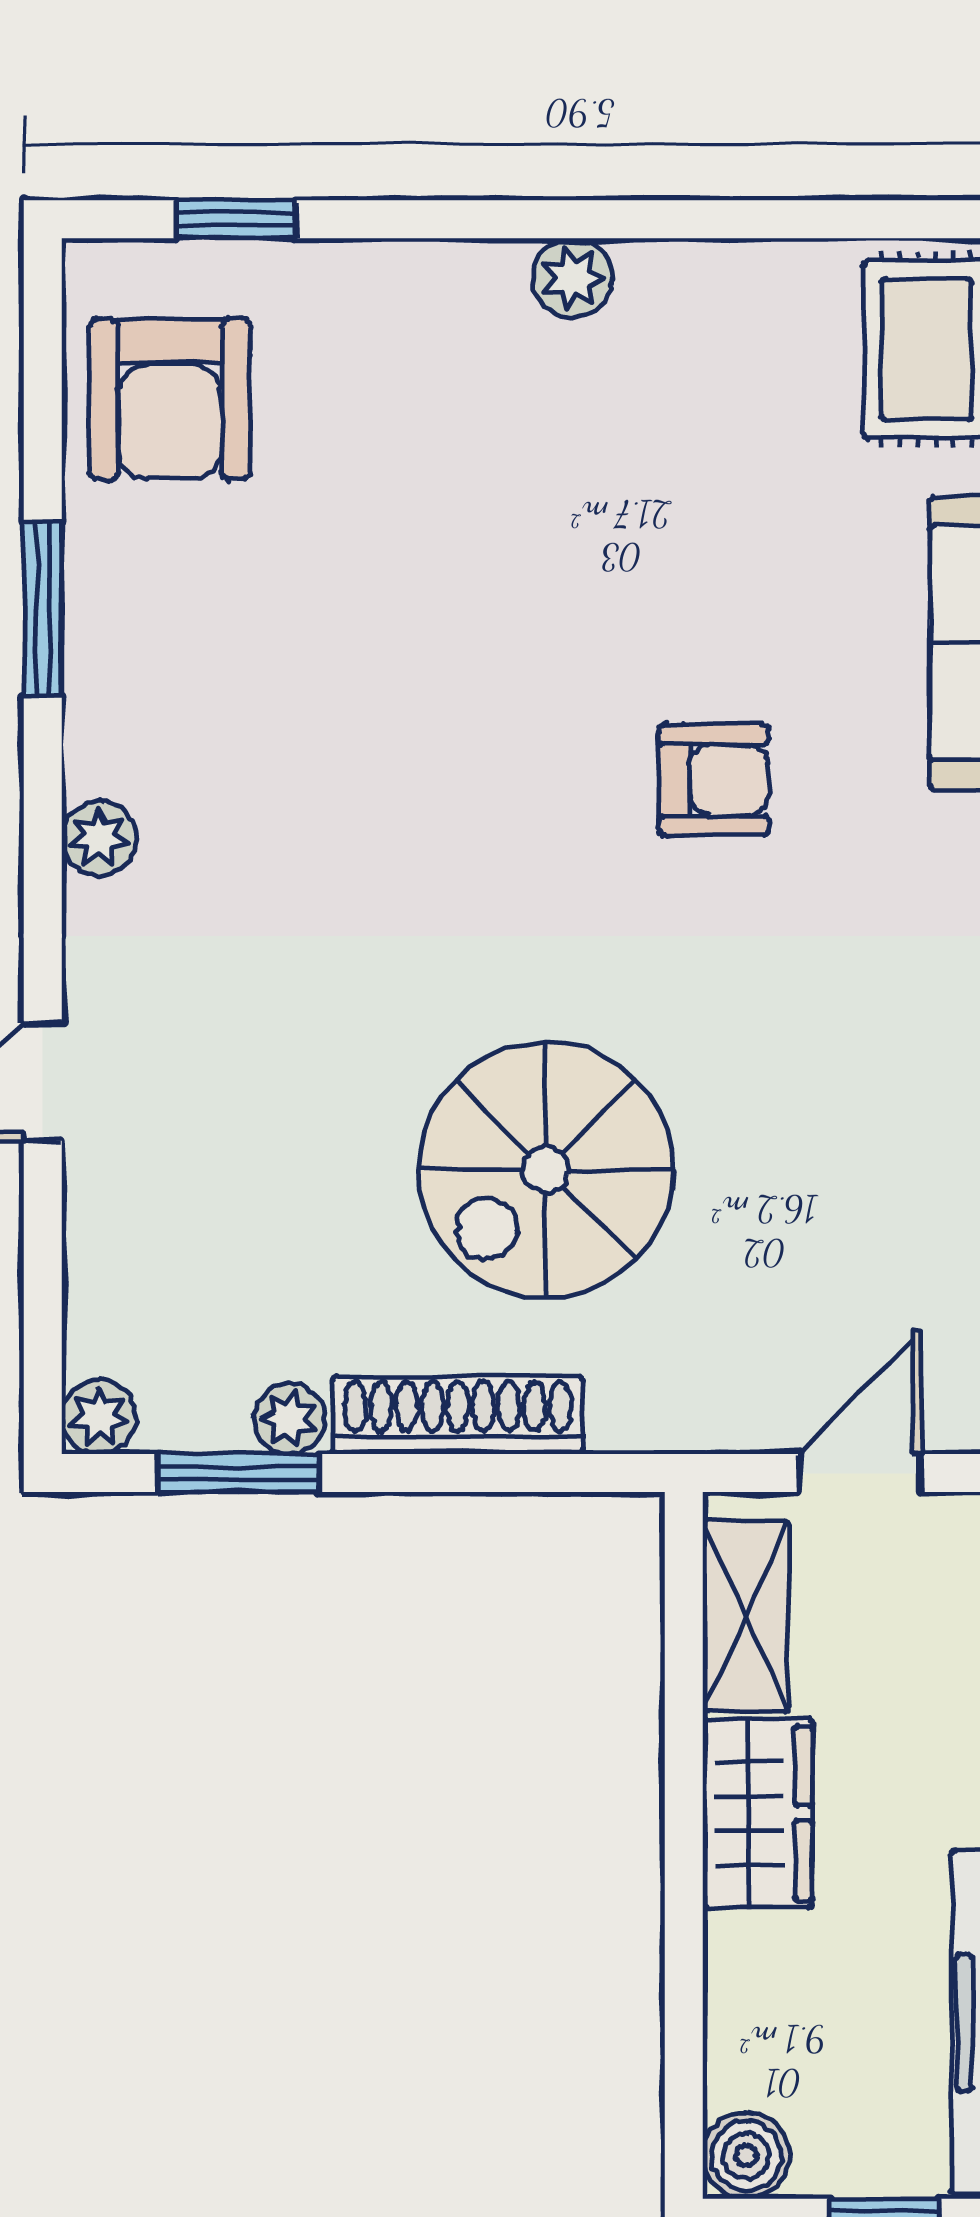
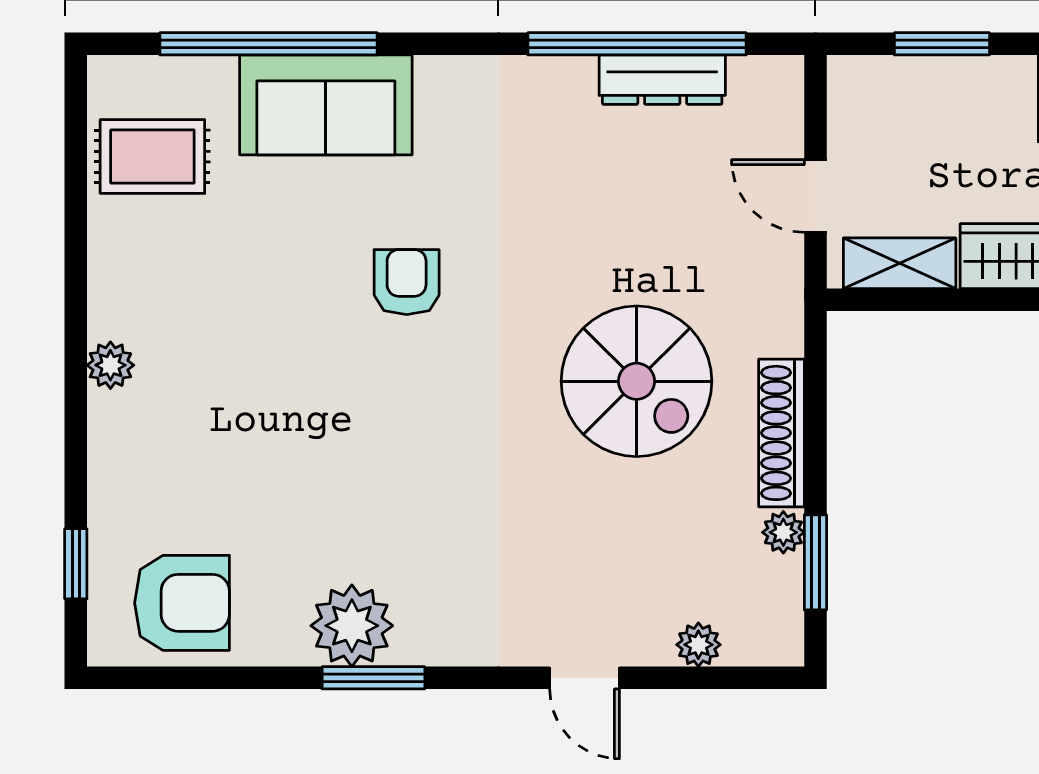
window: (43, 609) -> (373, 678), moved
plant: (99, 838) -> (352, 626), moved, width x1.88, depth x1.88
plant: (99, 1417) -> (698, 645), moved

